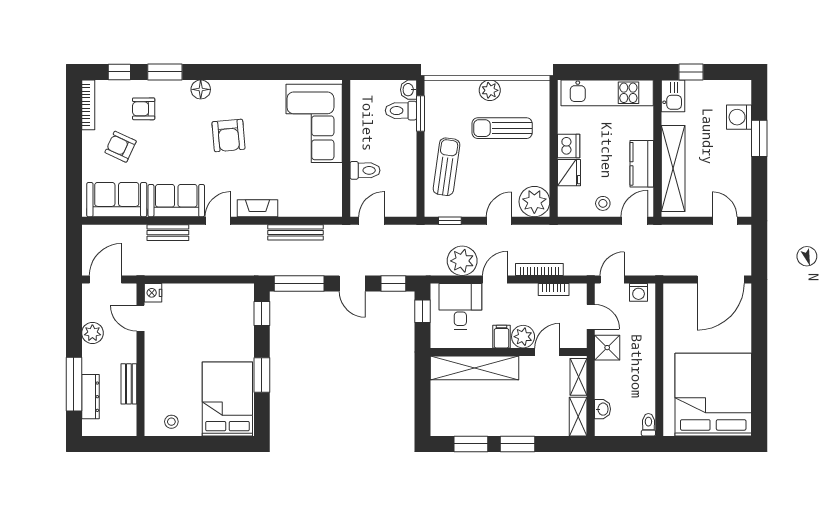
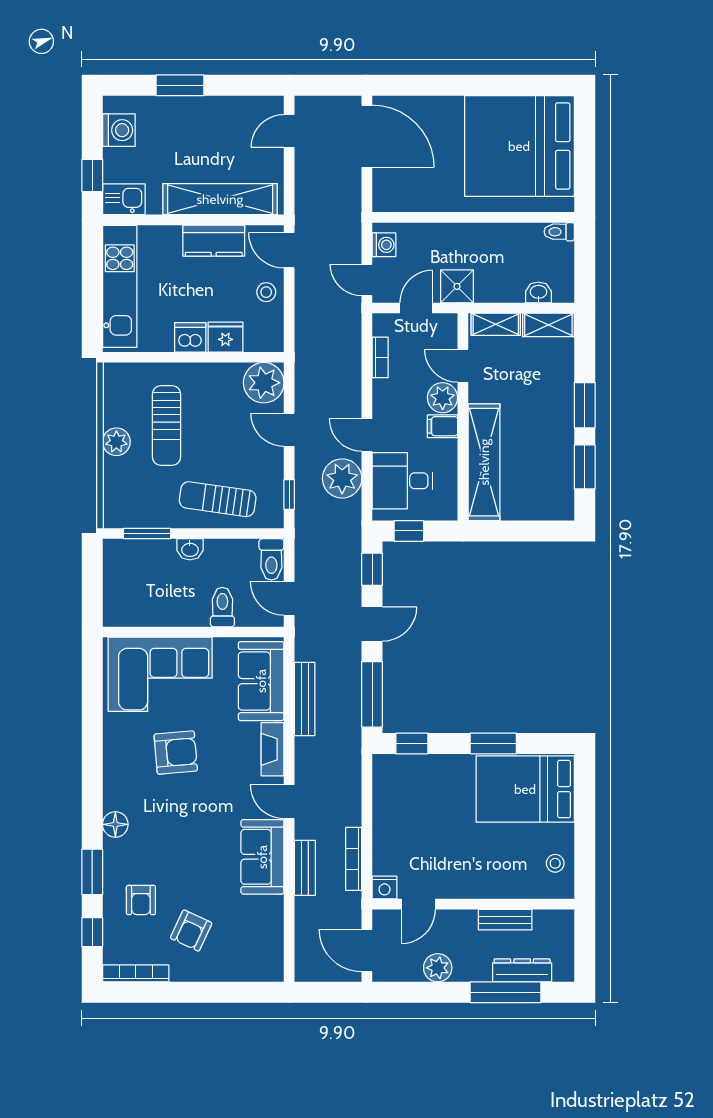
washbasin: (409, 90) -> (190, 549), moved
toilet: (401, 111) -> (271, 559), moved
washing machine: (739, 117) -> (119, 130), moved, turned -90
armchair: (228, 135) -> (176, 753), moved
sofa: (117, 200) -> (261, 681), moved
bookcase: (539, 270) -> (354, 859), moved

